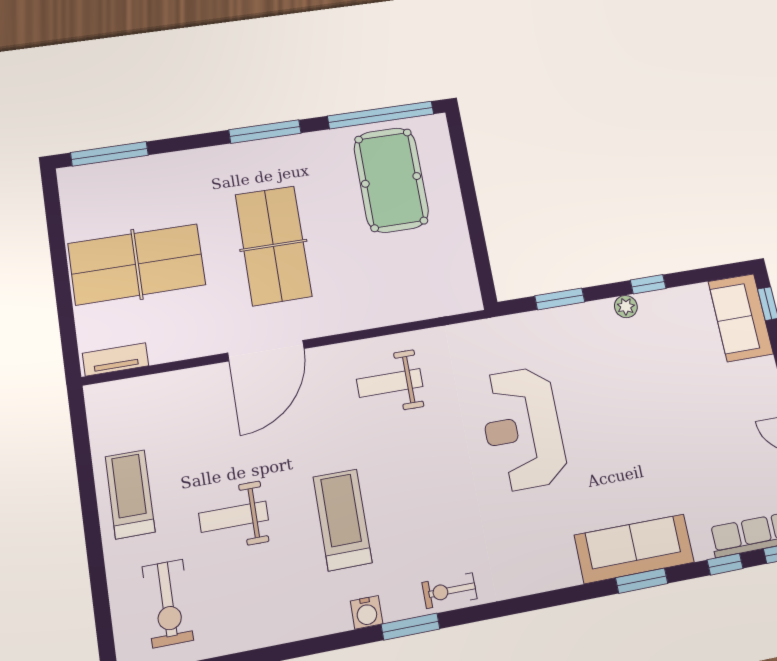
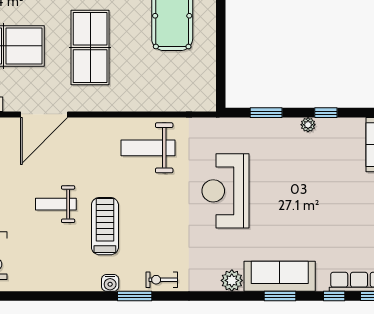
door: (266, 351) -> (44, 114), moved
weight bench: (390, 383) -> (148, 148), width x1.36, depth x1.33
weight bench: (234, 517) -> (56, 204), moved
plant: (561, 570) -> (232, 280), added

